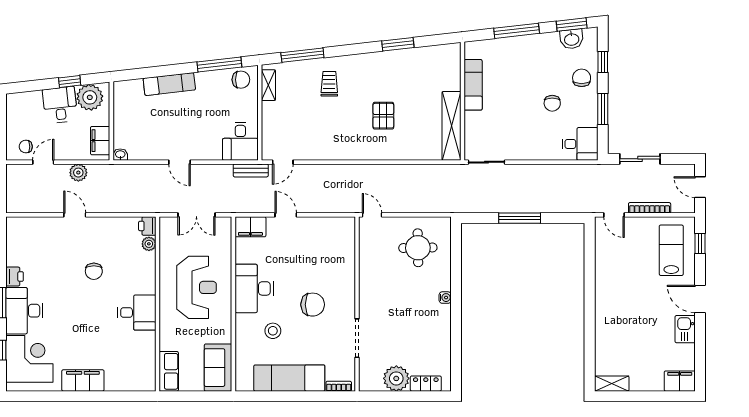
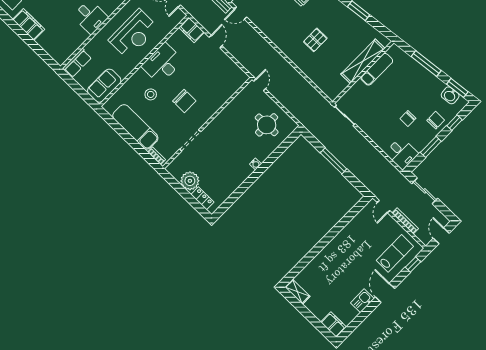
shelving: (452, 126) -> (363, 61), moved

